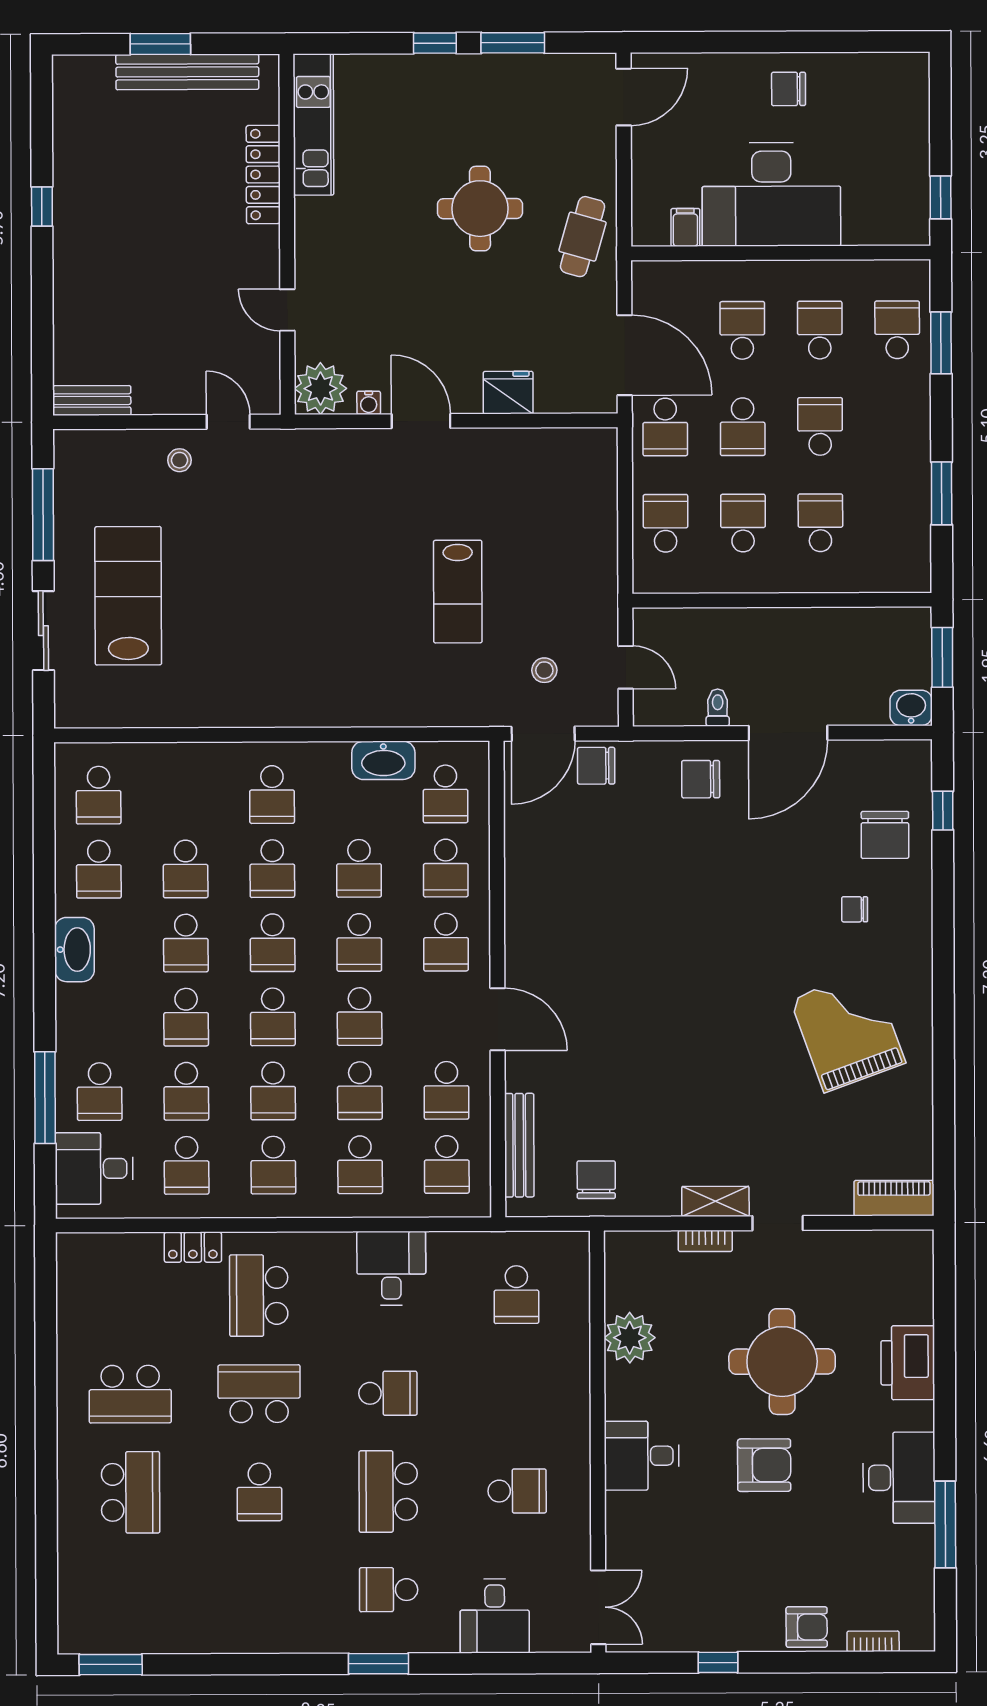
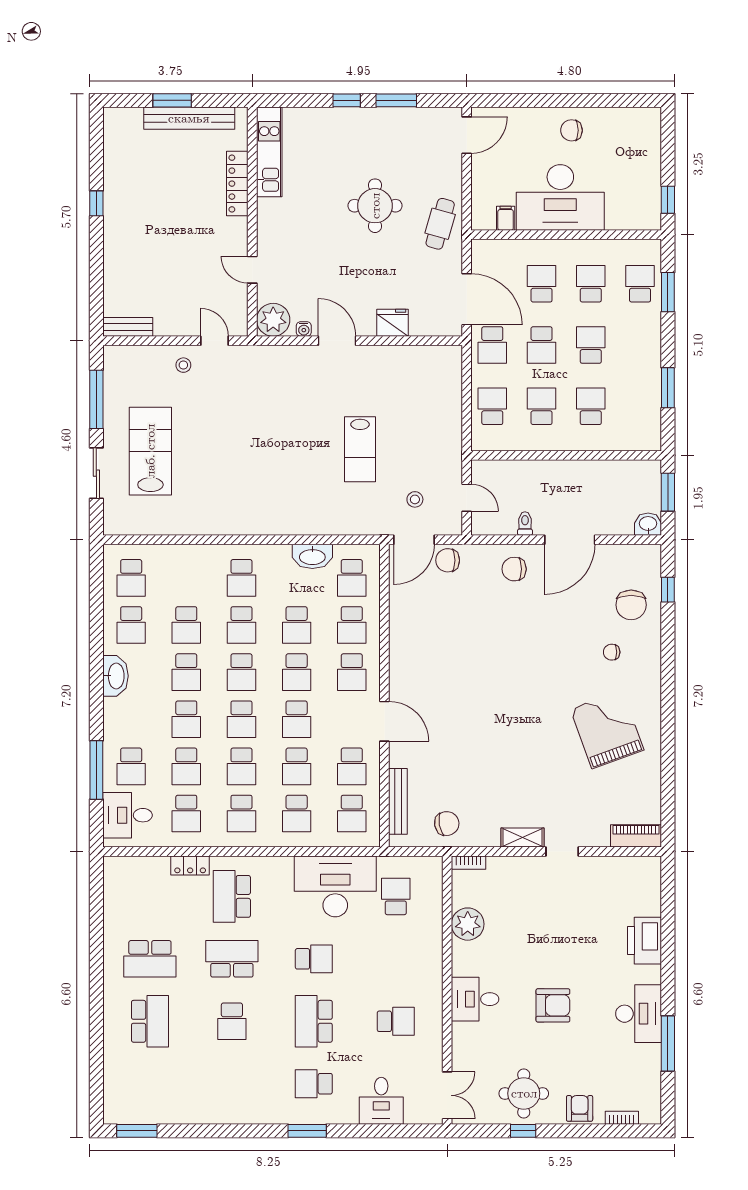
chair: (596, 1180) -> (447, 824), turned 80
bookcase: (705, 1241) -> (468, 863), moved
desk: (391, 1268) -> (335, 886), width x1.87, depth x1.30
school desk: (516, 1295) -> (396, 896), turned 180
round table: (782, 1362) -> (524, 1093), moved, width x0.73, depth x0.73
armchair: (807, 1627) -> (580, 1108), turned -90

